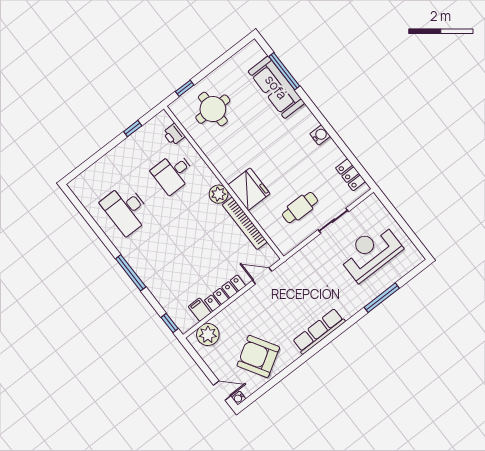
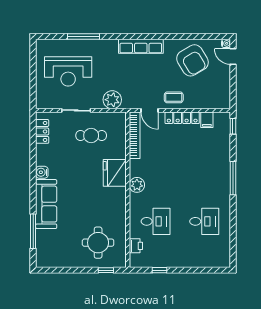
sofa: (276, 87) -> (46, 204), moved
desk: (126, 209) -> (204, 221), width x0.73
bookcase: (245, 223) -> (135, 135), moved
coffee table: (249, 307) -> (174, 97), added
plant: (208, 335) -> (112, 100), moved

